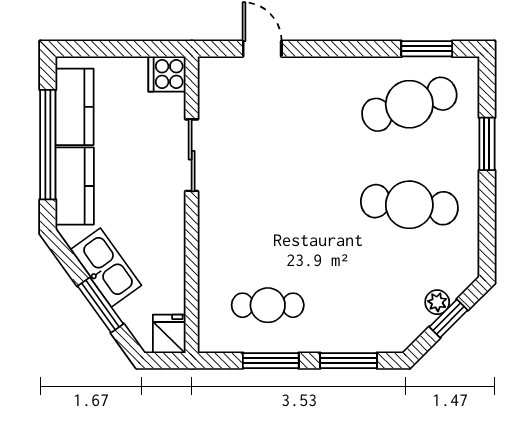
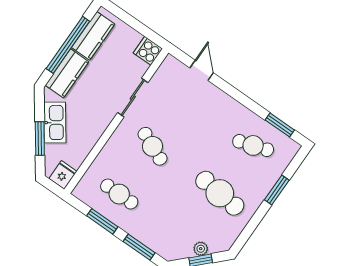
cafe table: (409, 104) -> (253, 145), width x0.73, depth x0.74
cafe table: (268, 205) -> (153, 146), added

